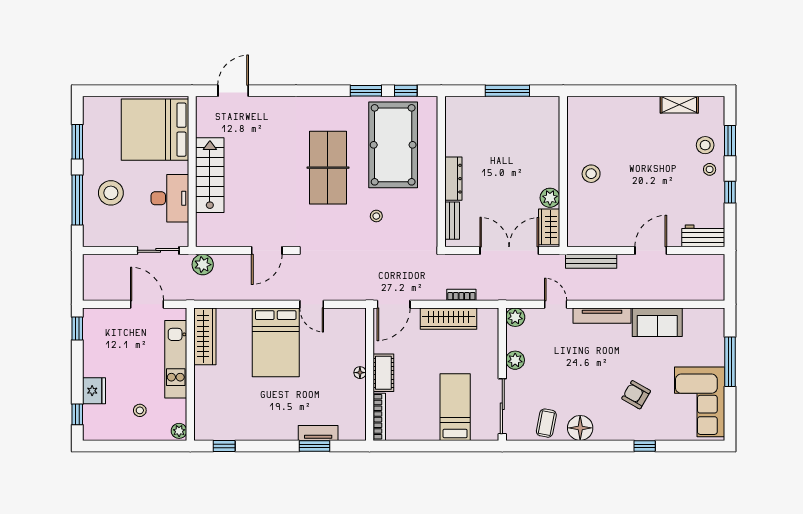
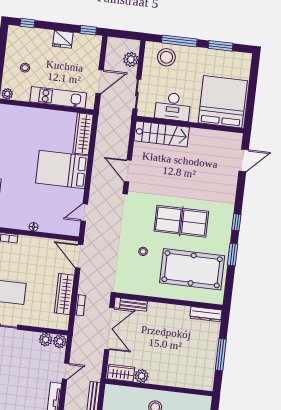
door: (233, 91) -> (244, 160), hinge flipped
window: (406, 91) -> (236, 222), moved
stairs: (210, 175) -> (162, 134), moved
dresser: (453, 179) -> (206, 314), moved
stool: (111, 193) -> (166, 57), moved
double door: (509, 250) -> (109, 329), moved
plant: (203, 265) -> (131, 59), moved
door: (312, 304) -> (84, 213), moved
wardrobe: (205, 336) -> (83, 134), moved, turned 90
plant: (515, 360) -> (46, 340), moved
cot: (383, 373) -> (31, 243), removed
fridge: (94, 391) -> (63, 39), moved

